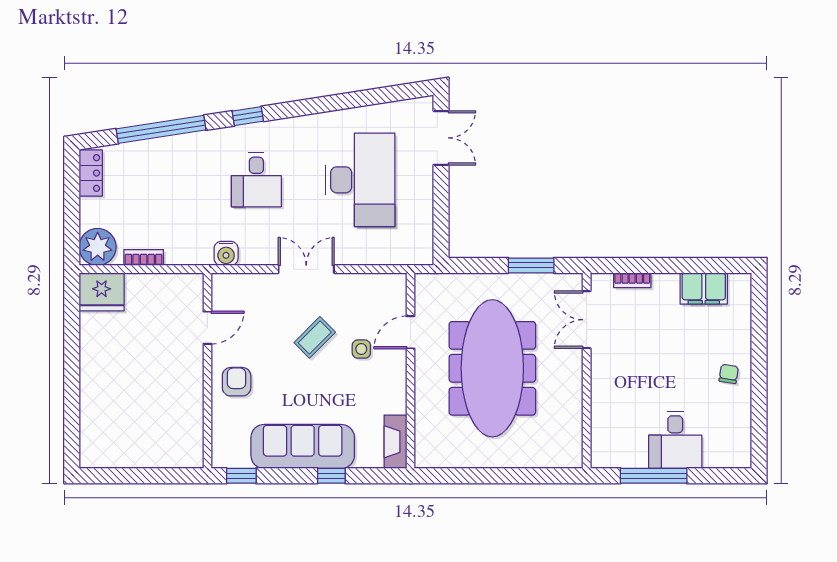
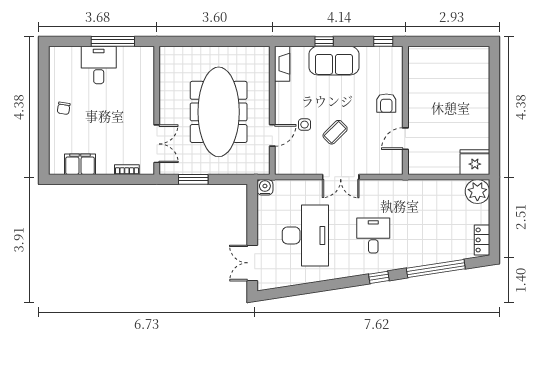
desk: (360, 180) -> (305, 235), turned 180
water cooler: (226, 253) -> (265, 187), moved
bookcase: (144, 258) -> (447, 185), removed
sofa: (303, 446) -> (334, 61), width x0.73

